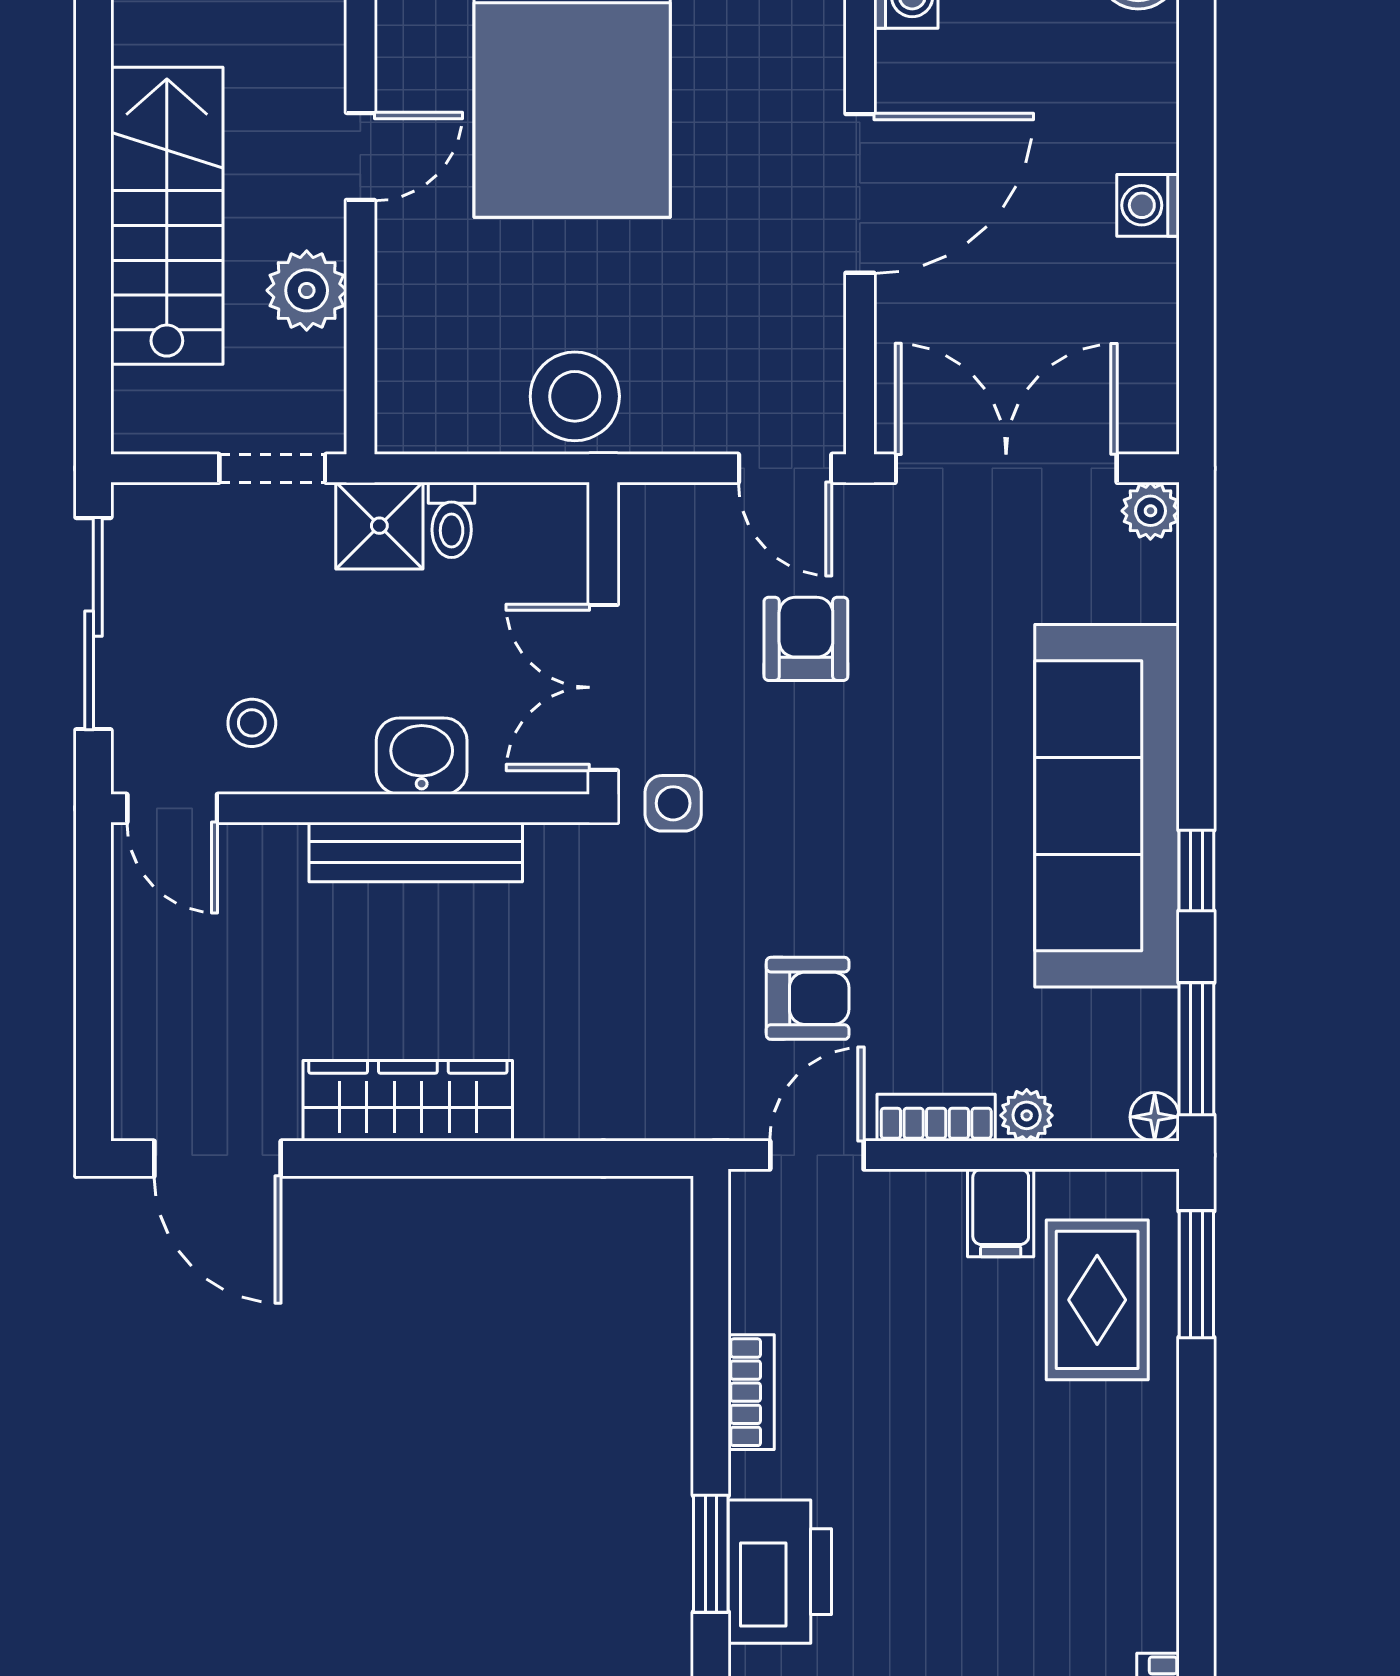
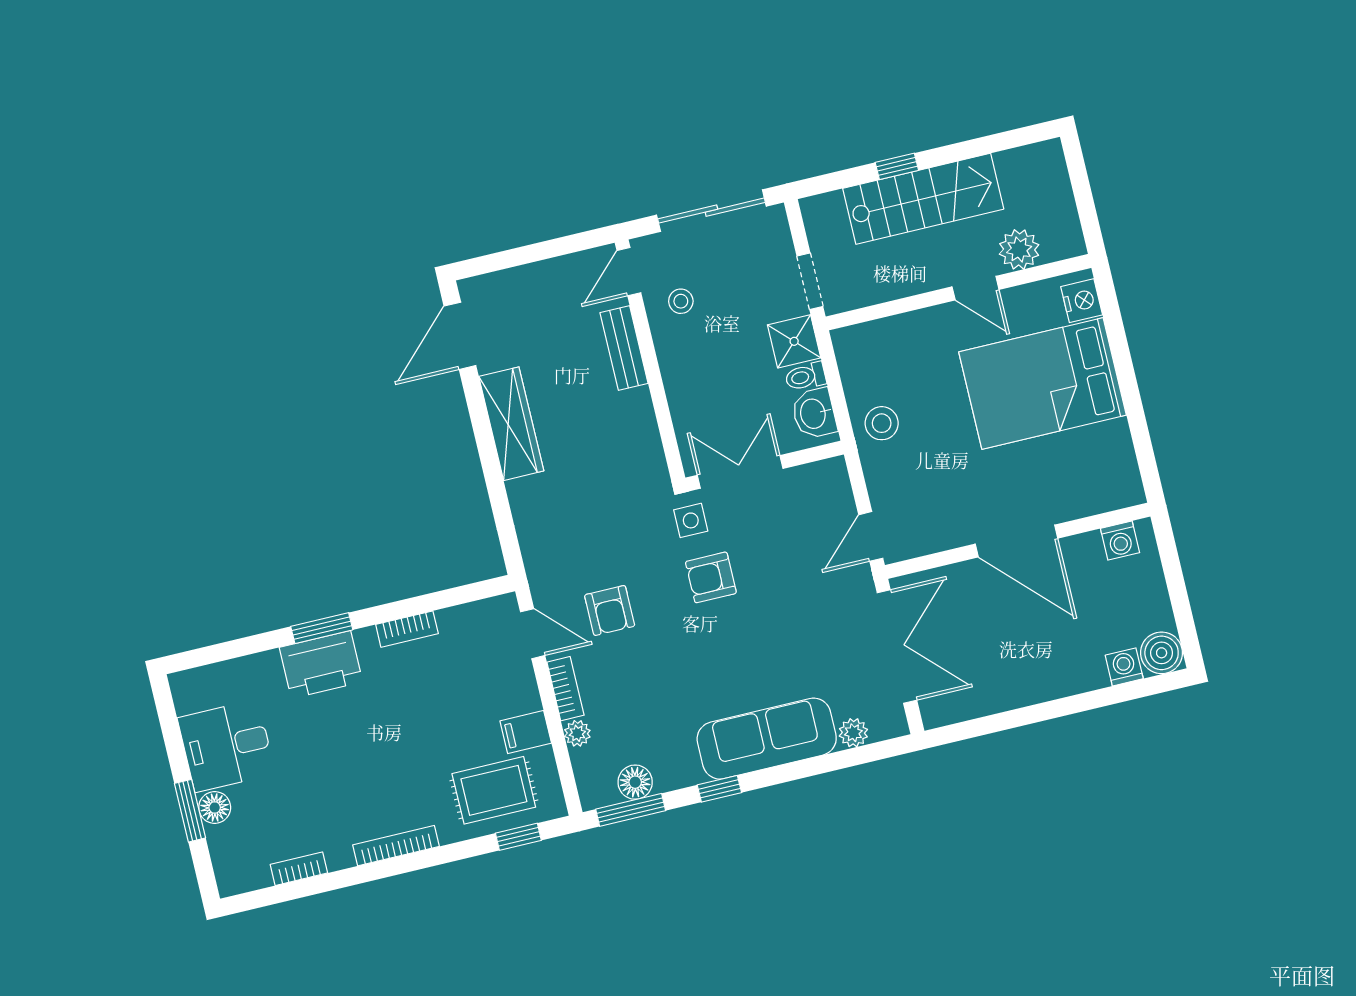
washing machine: (1148, 205) -> (1124, 667), moved
window: (93, 251) -> (897, 166), added
plant: (307, 290) -> (1019, 249), moved
stool: (575, 396) -> (882, 423), width x0.73, depth x0.73
plant: (1150, 511) -> (853, 733), moved
armchair: (806, 639) -> (711, 577), moved, turned 180
washbasin: (422, 756) -> (814, 413), moved, turned 180
sofa: (1107, 806) -> (767, 739), width x0.74, depth x0.79
bench: (416, 852) -> (624, 348), moved, width x0.73
floor lamp: (1155, 1117) -> (635, 782), moved, width x1.37, depth x1.37
window: (1196, 1274) -> (518, 837), width x0.67
bookcase: (1158, 1511) -> (396, 846), added

